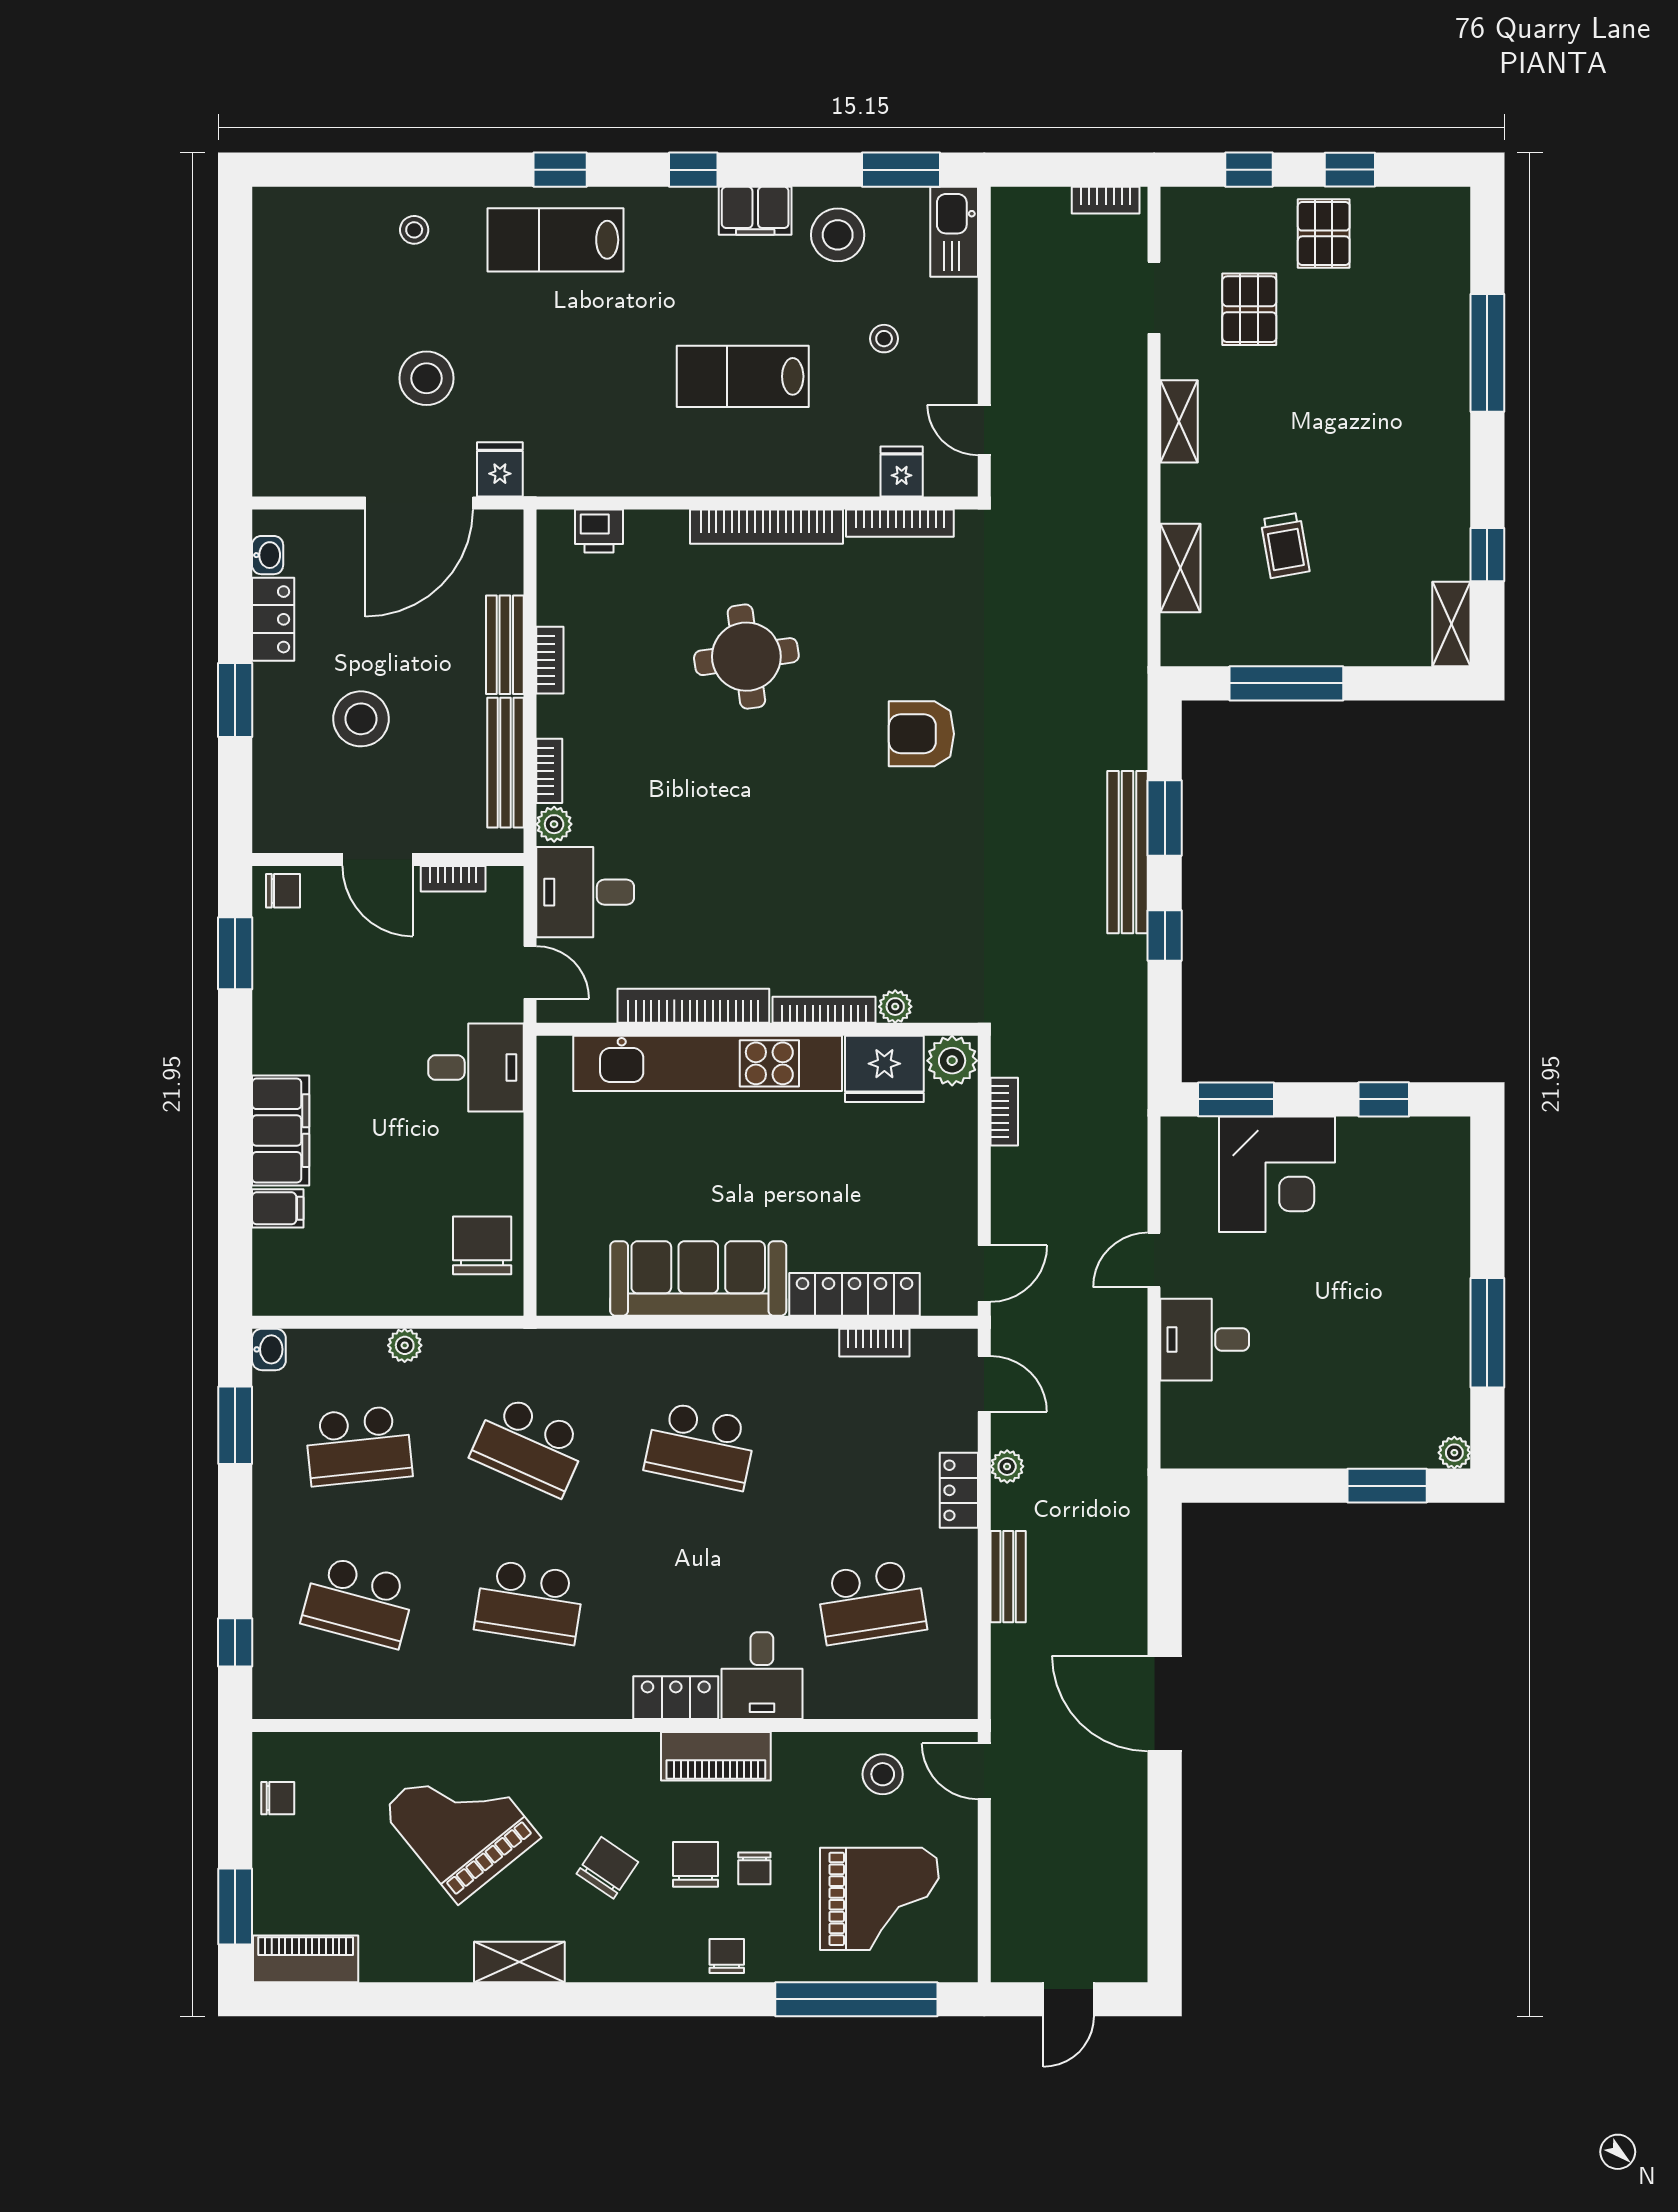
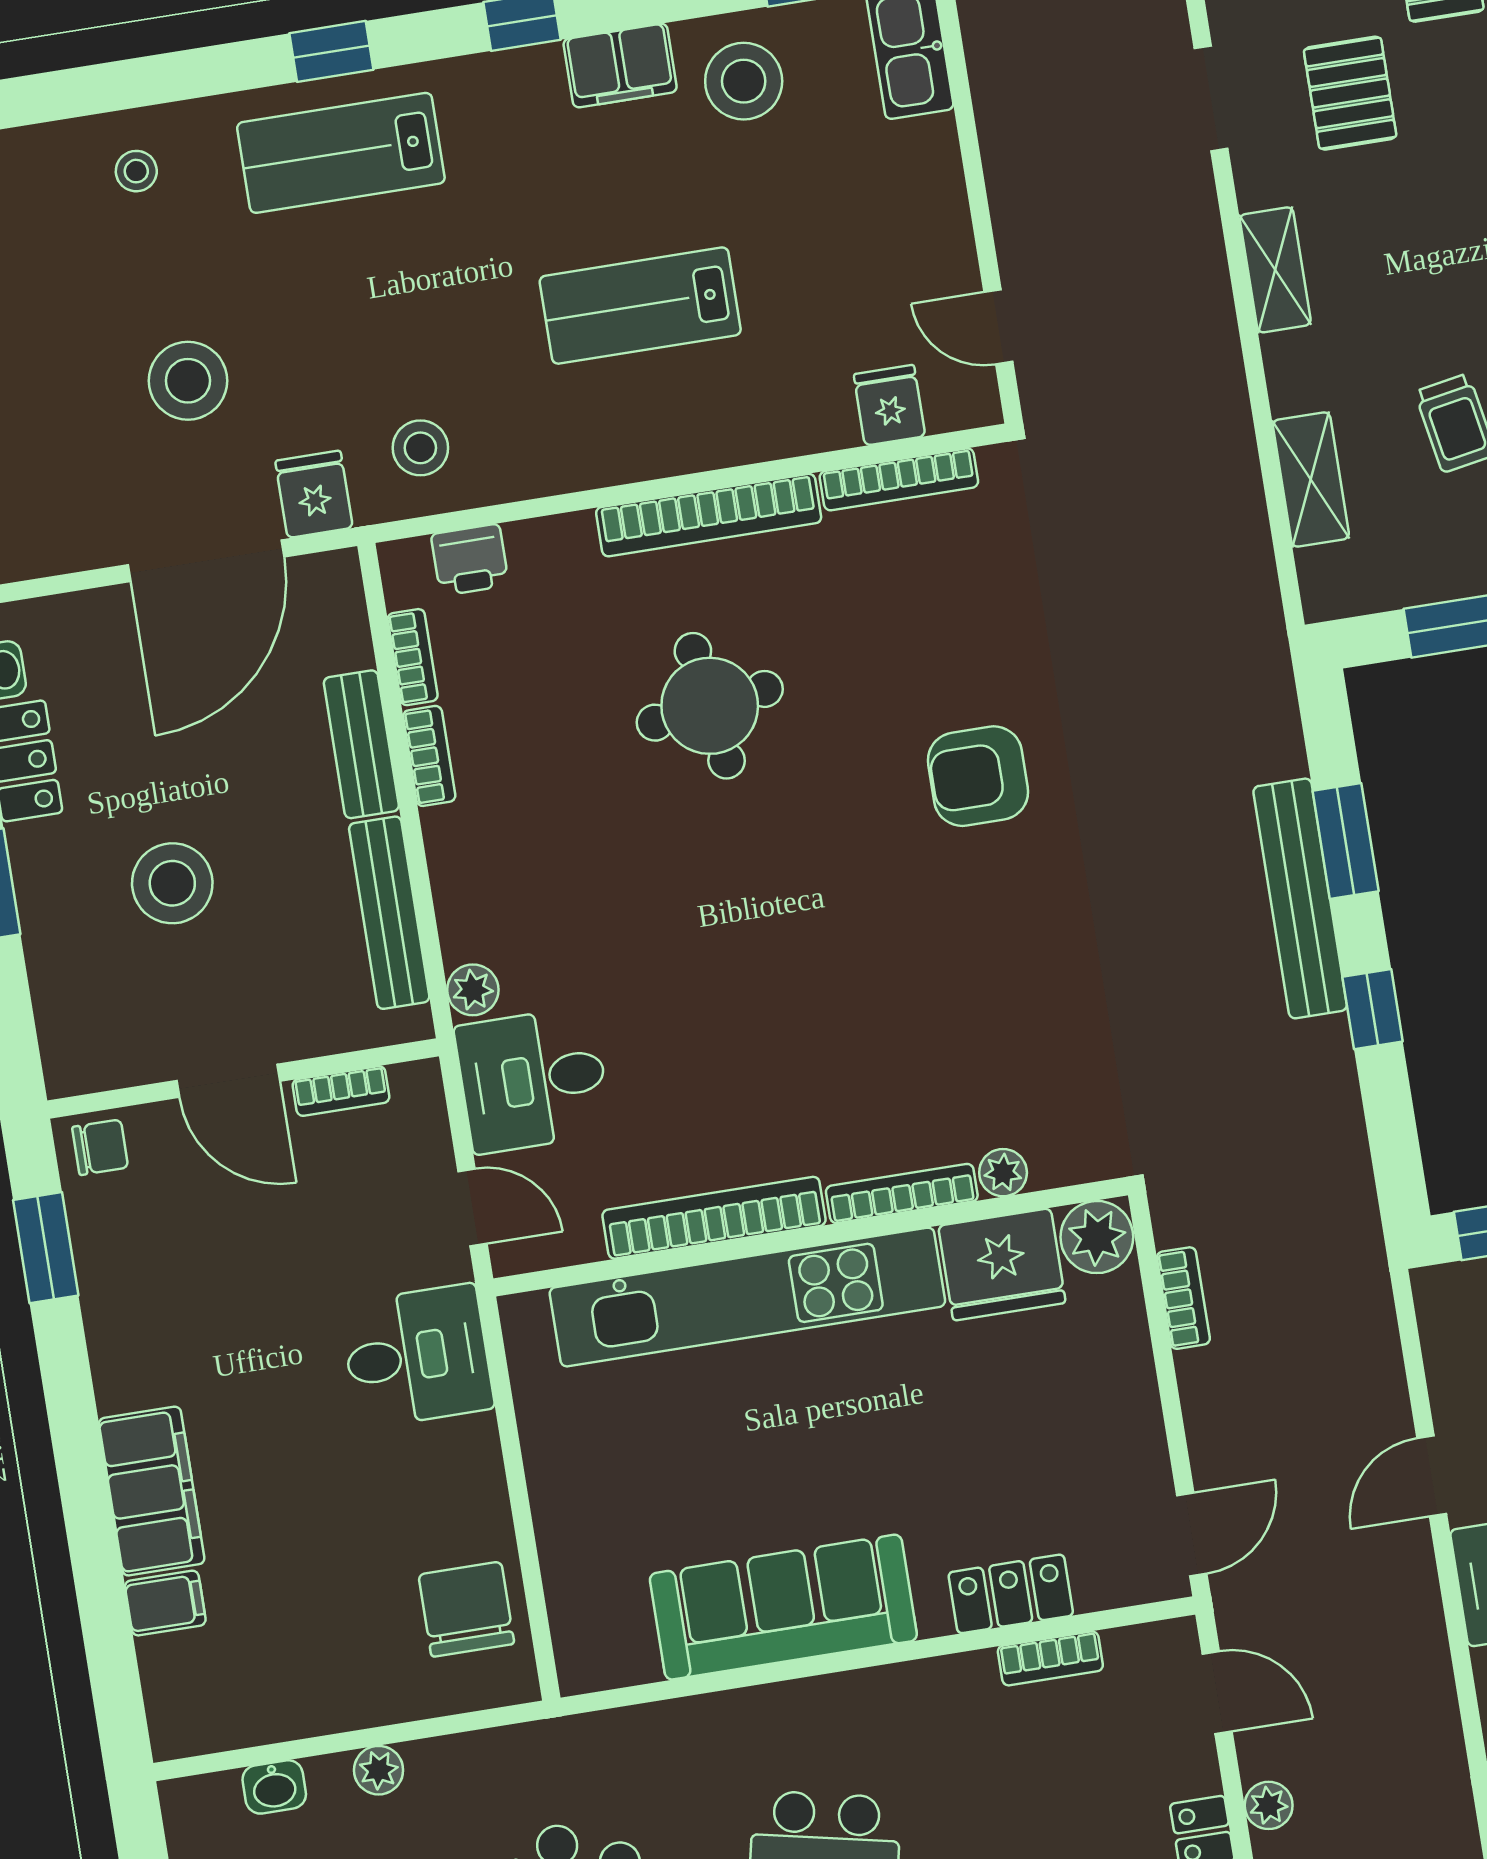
stool: (884, 339) -> (420, 448), moved, width x1.37, depth x1.37
bookcase: (549, 771) -> (413, 657), moved
locker: (855, 1294) -> (1011, 1594), width x0.66
washbasin: (269, 1349) -> (274, 1787), moved, turned 90

